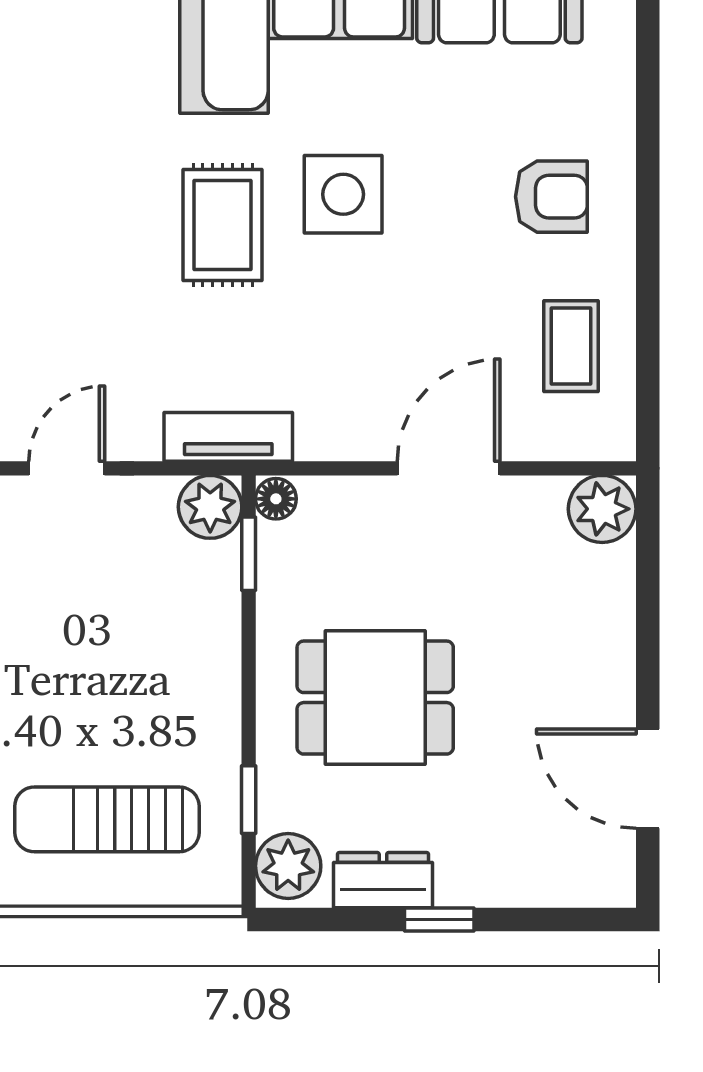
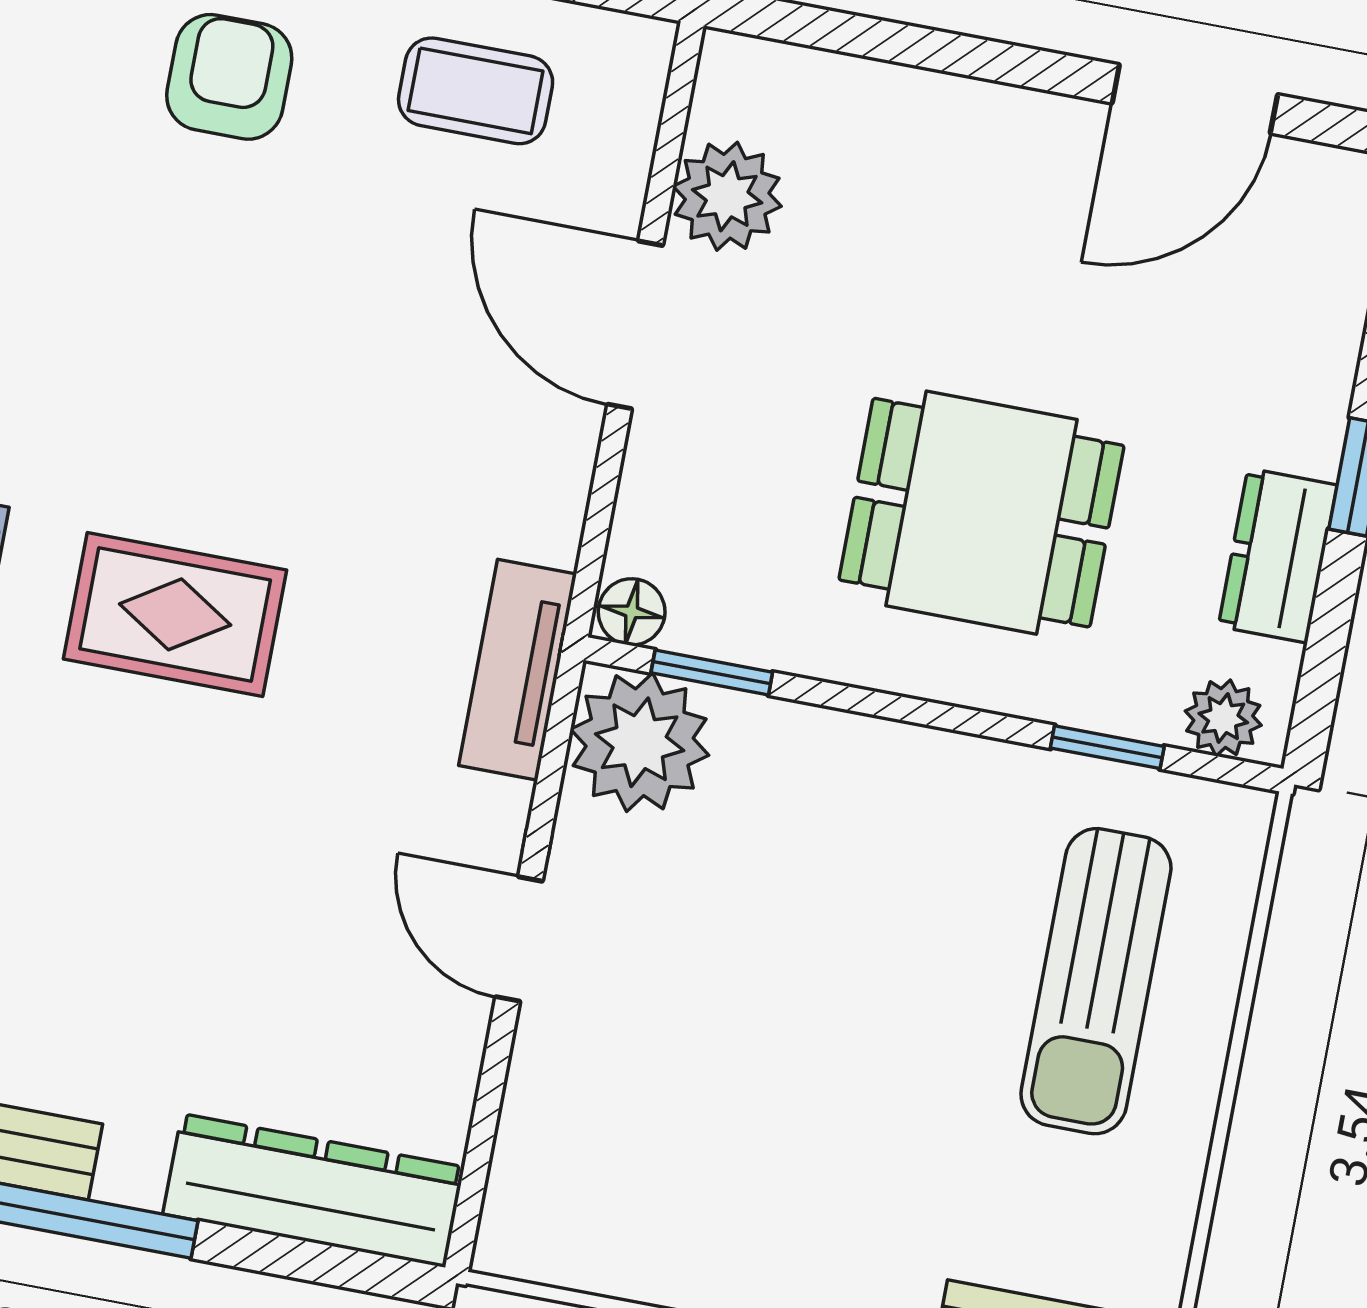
side table: (343, 194) -> (162, 411), removed
plant: (210, 507) -> (640, 742), width x1.36, depth x1.36
plant: (602, 509) -> (727, 196), moved
dining table: (375, 698) -> (981, 513), turned 90
plant: (288, 866) -> (1223, 718), width x0.73, depth x0.73

